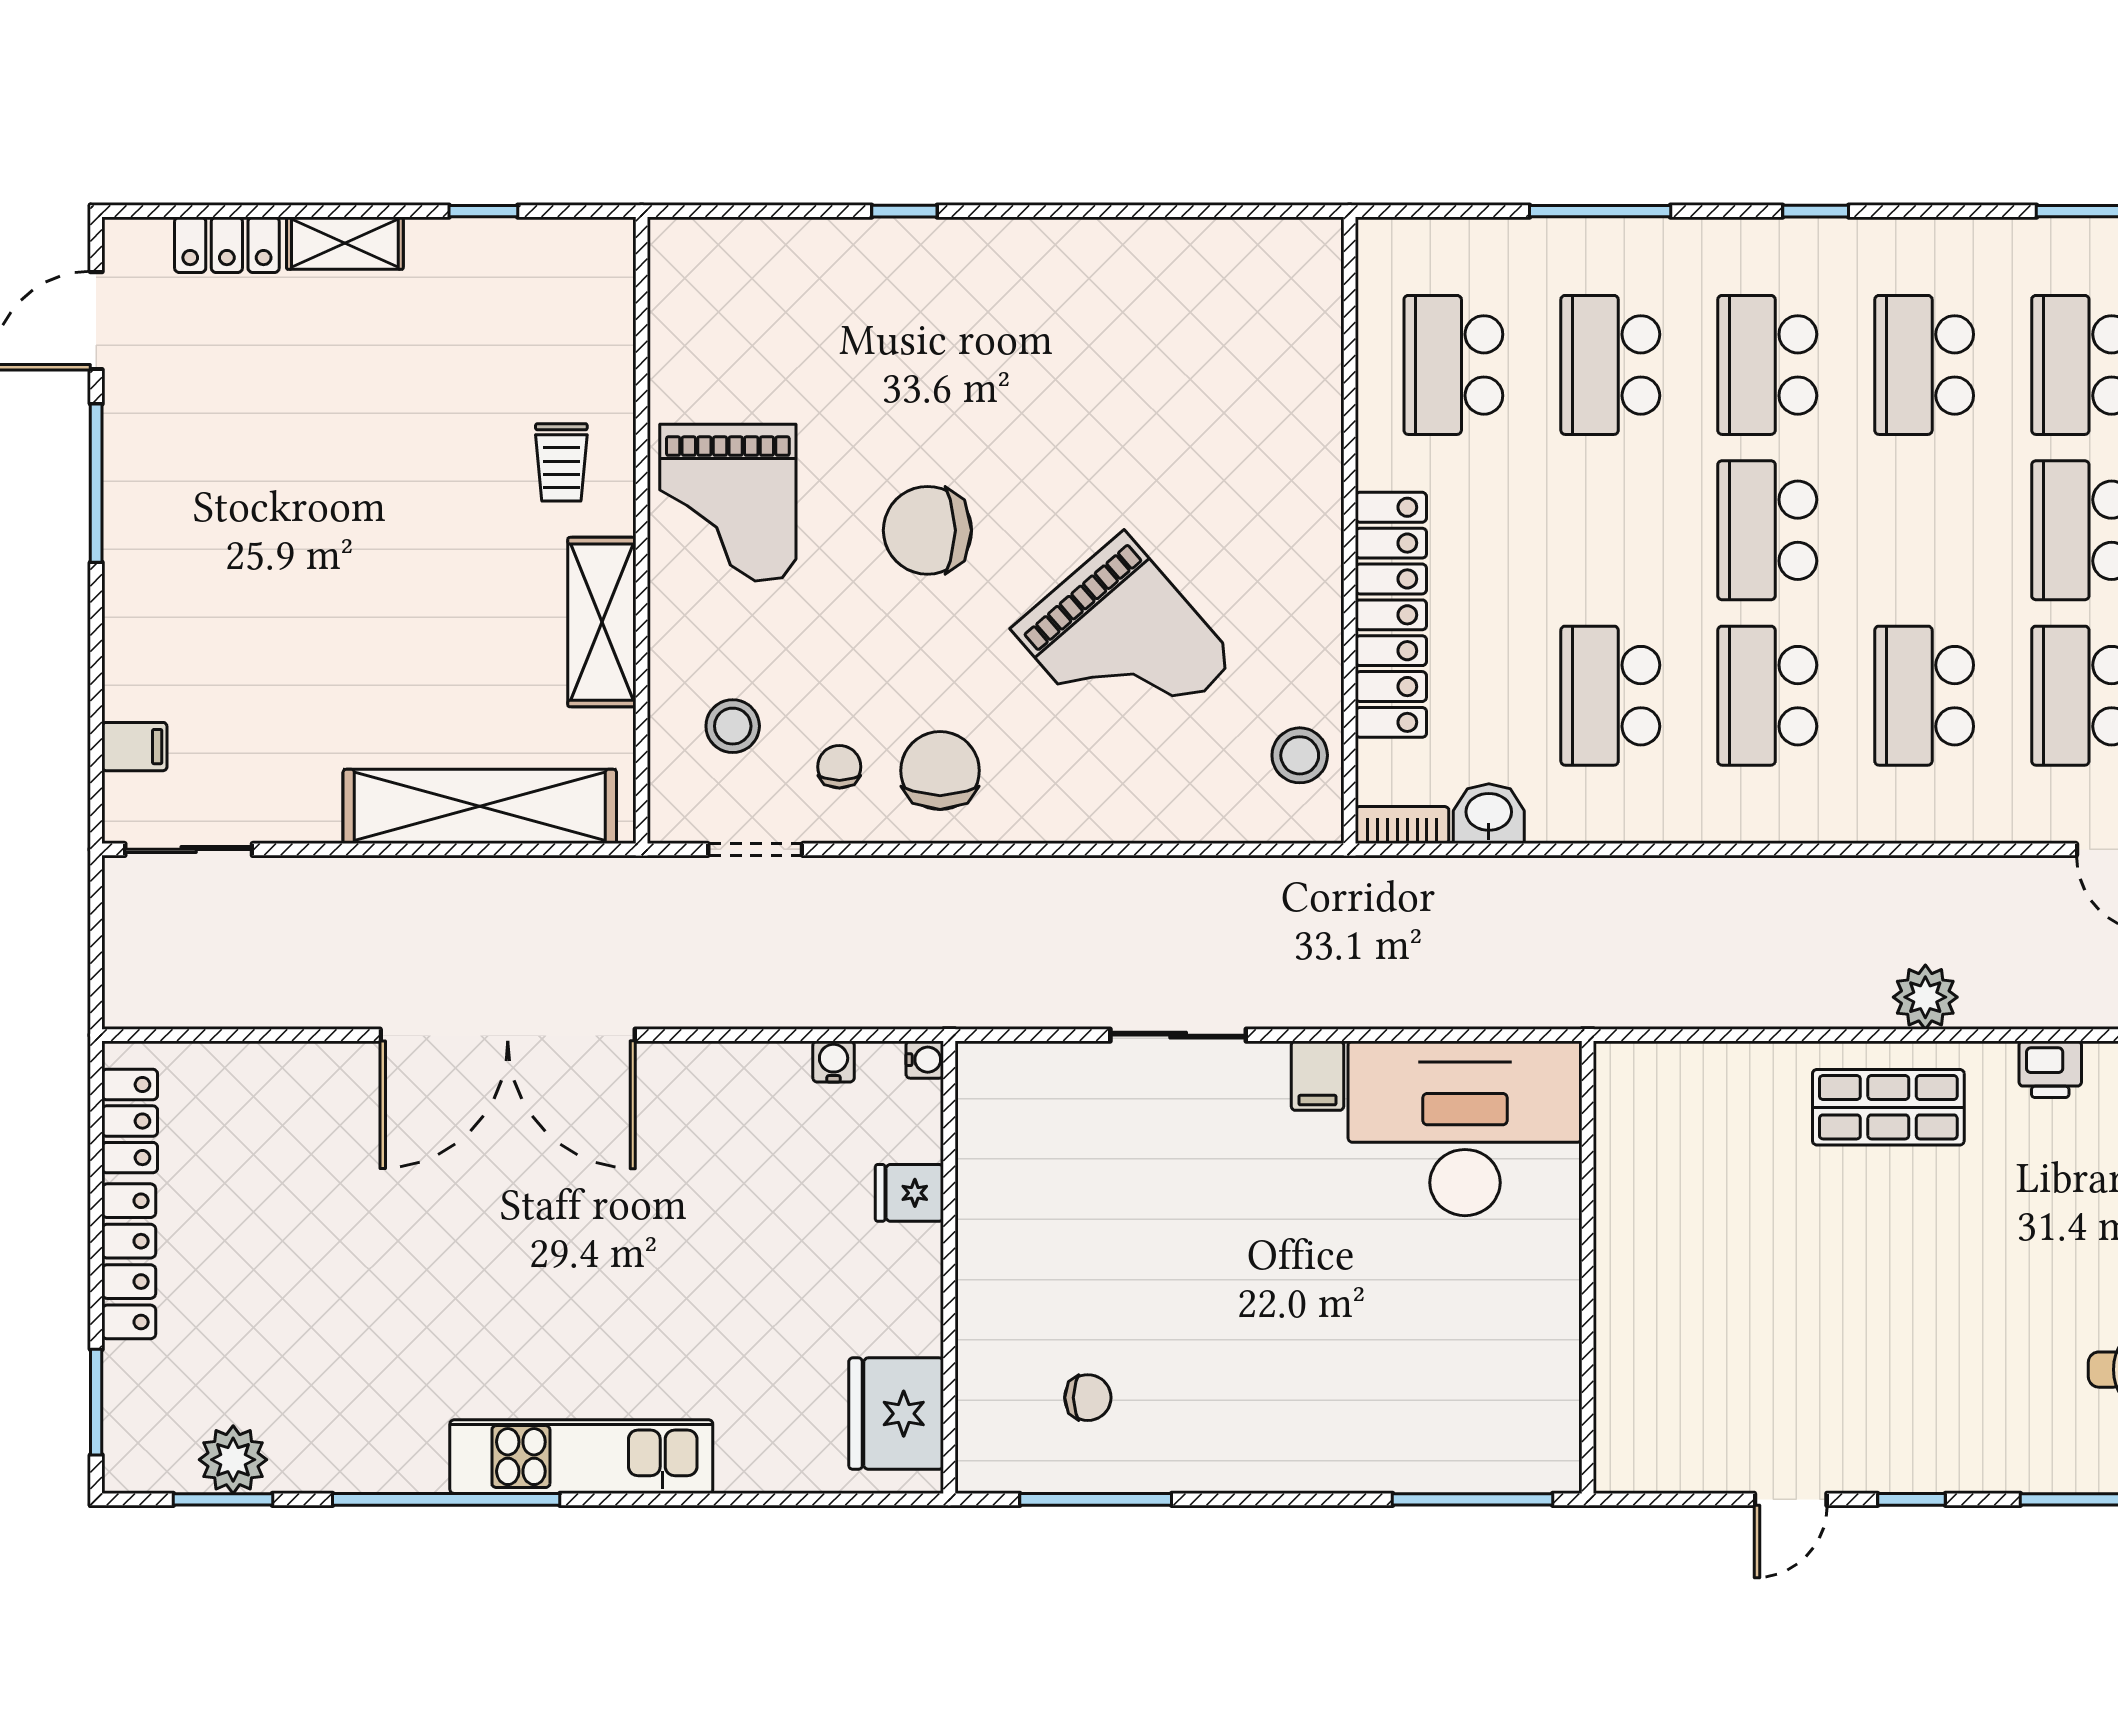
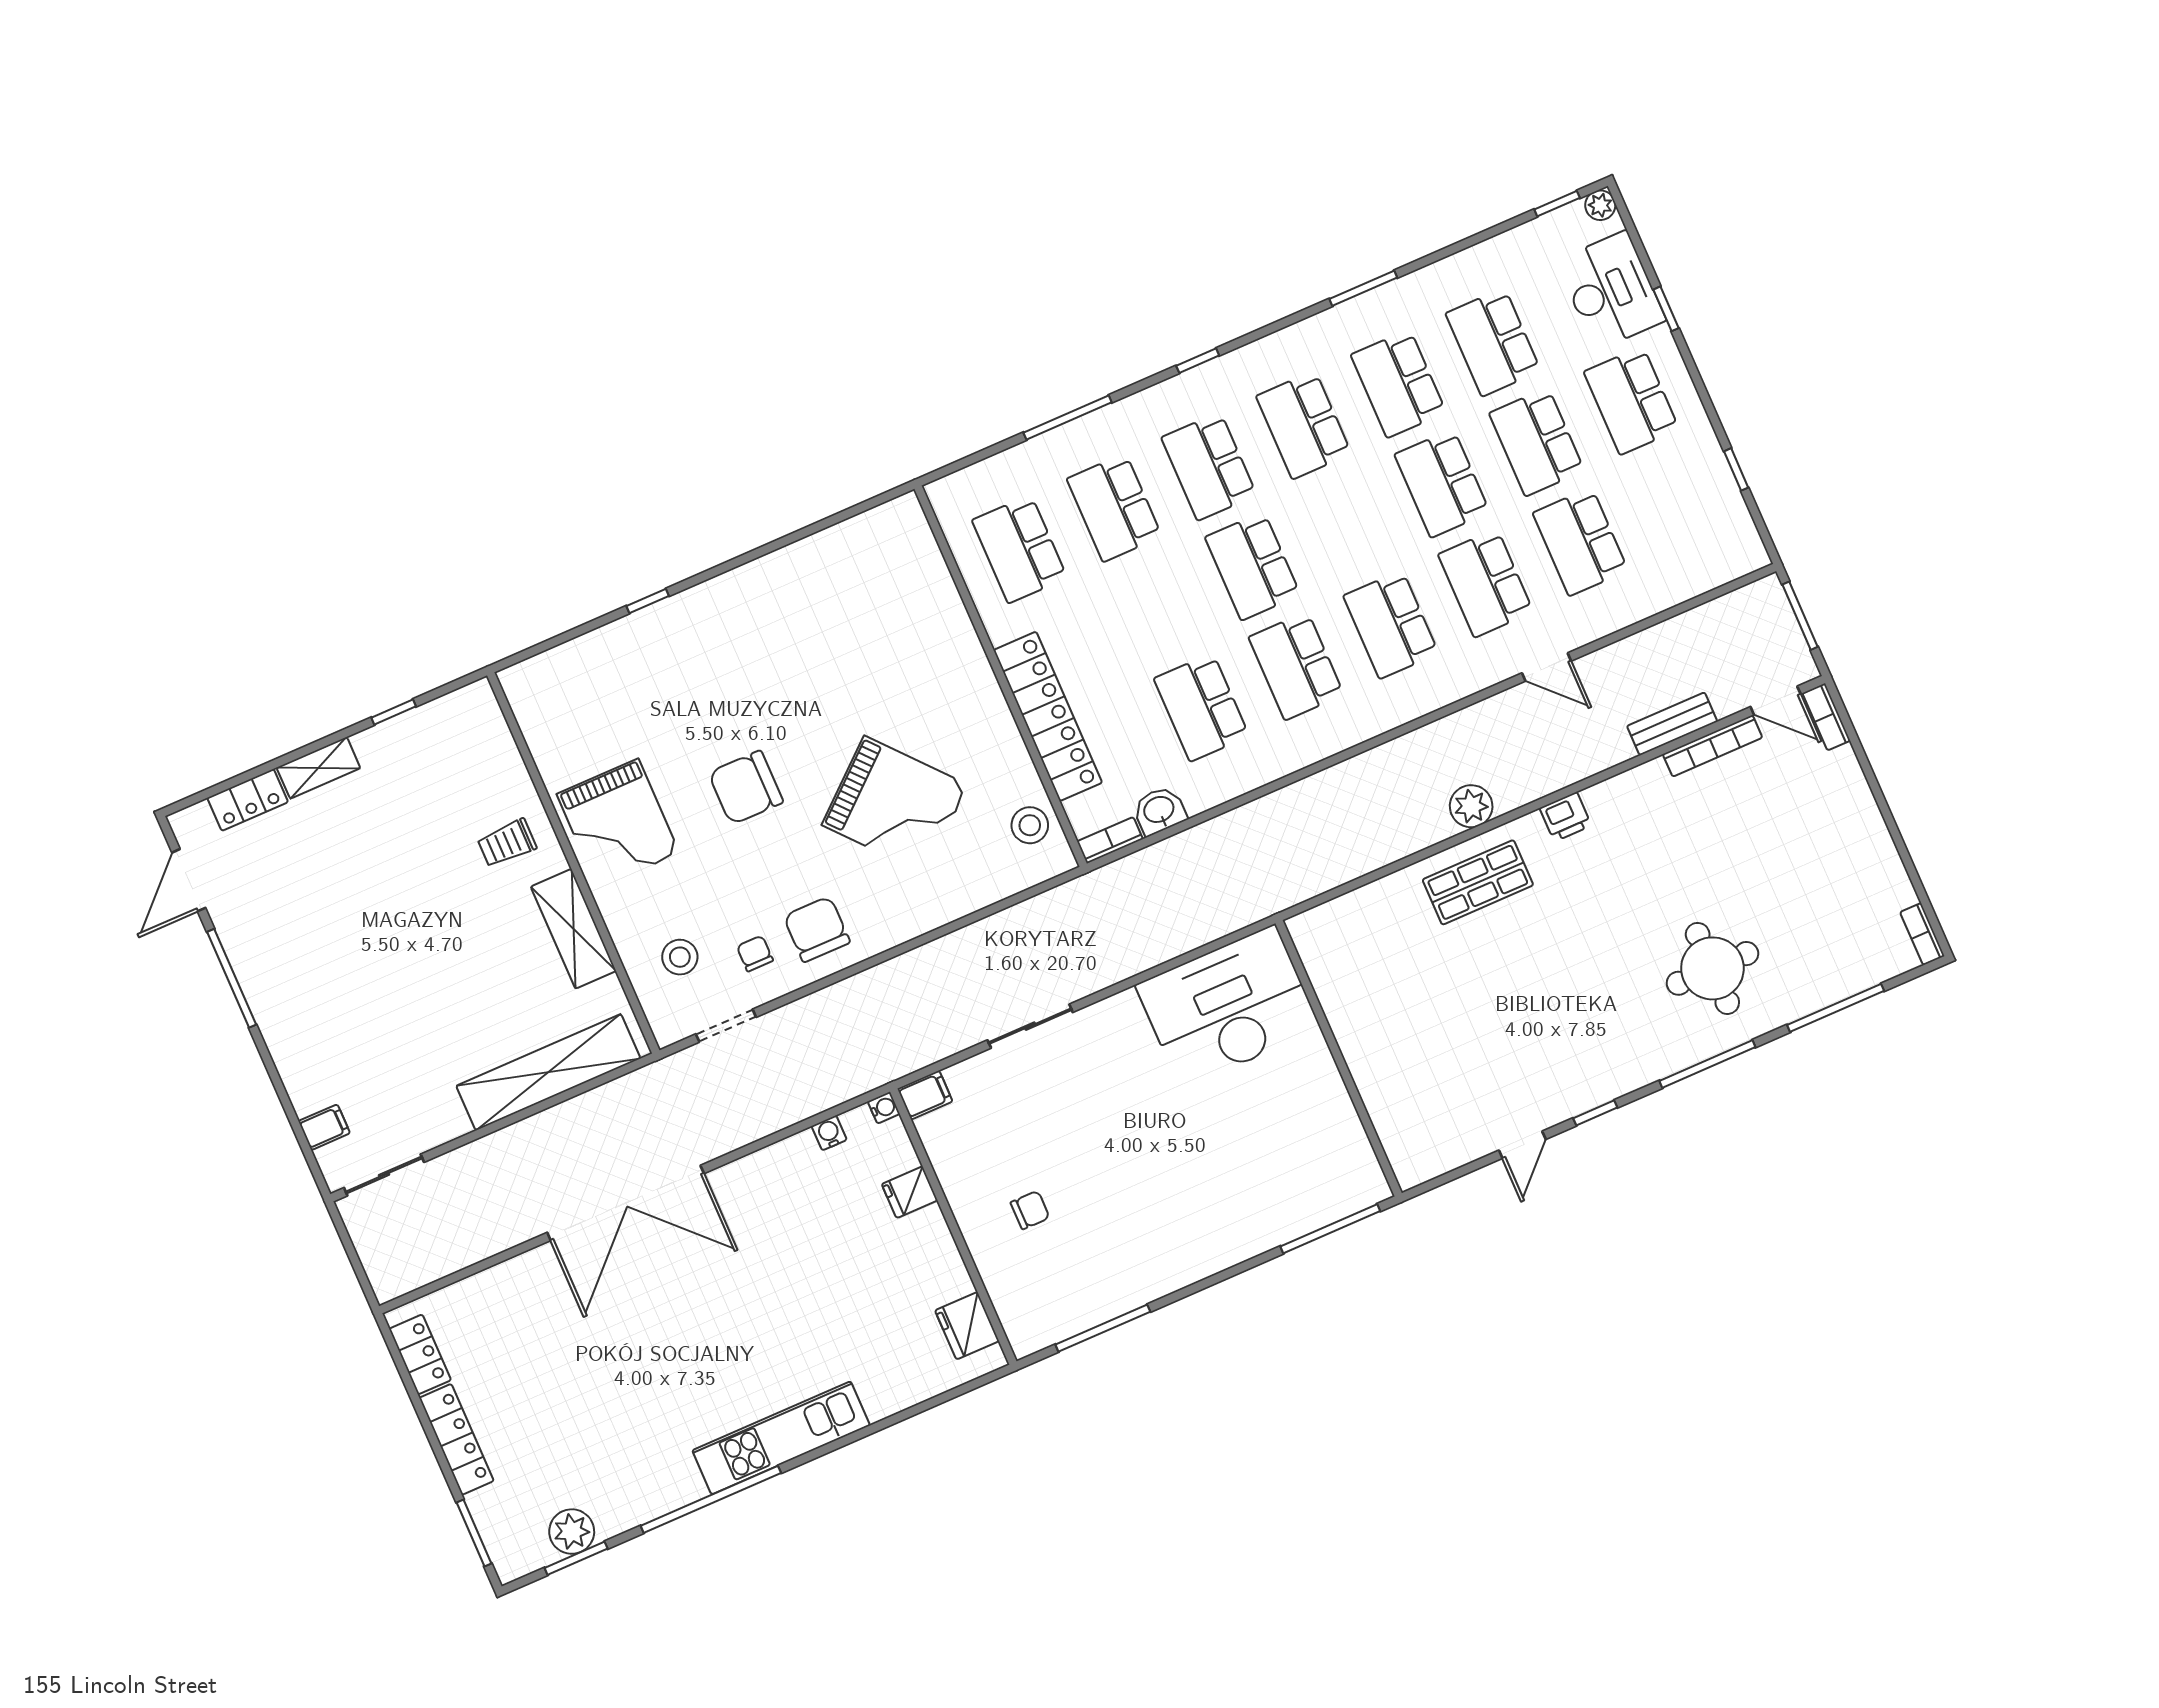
trolley: (561, 462) -> (507, 843), turned 90
filing cabinet: (1317, 1076) -> (925, 1095), moved, turned -90
chair: (1088, 1398) -> (1030, 1210), moved
fridge: (896, 1414) -> (967, 1326), width x0.73, depth x0.75

